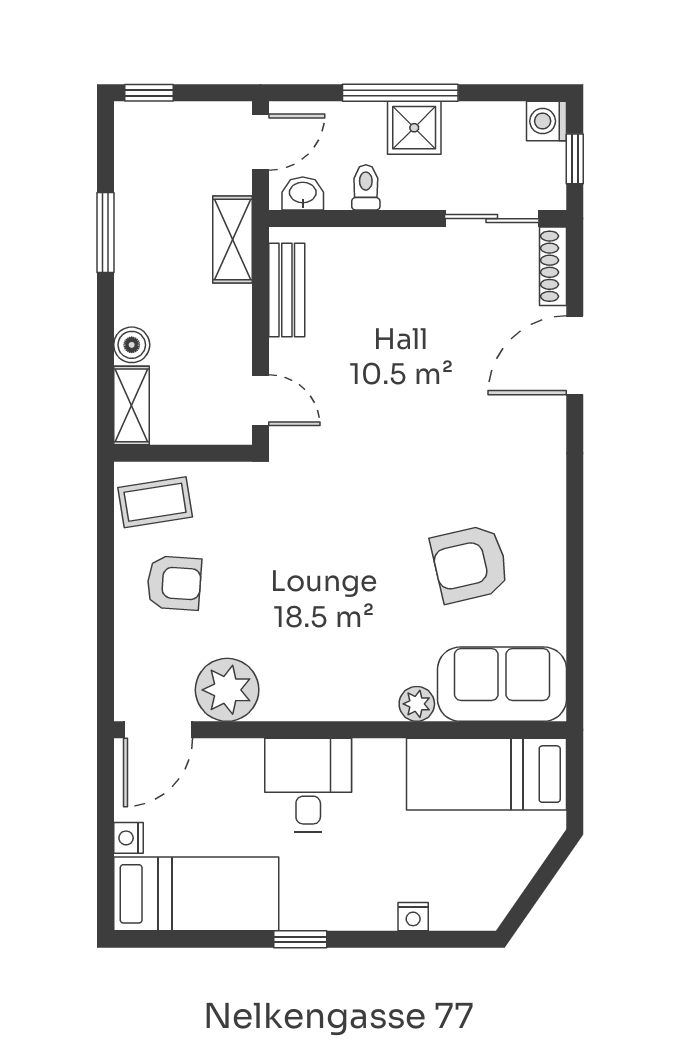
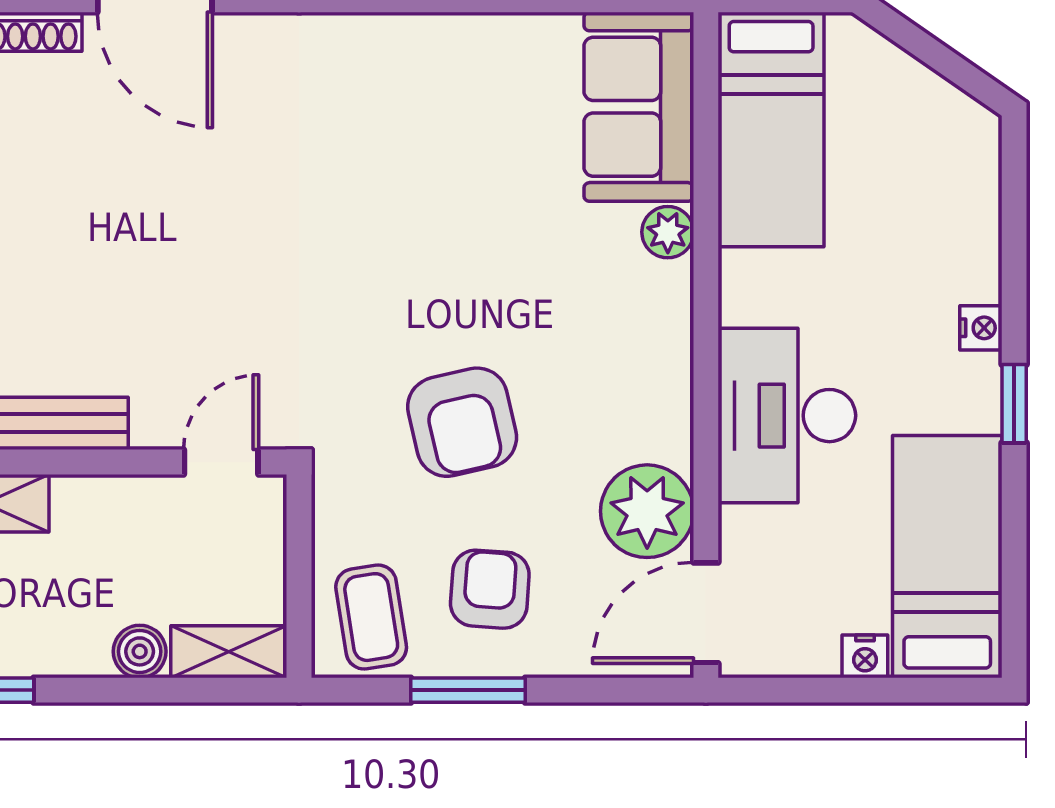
armchair: (470, 564) -> (462, 422), moved
window: (105, 568) -> (468, 690), added
door: (158, 730) -> (706, 613), swing flipped
desk: (308, 785) -> (787, 416), width x1.37
nightstand: (413, 917) -> (981, 328), moved

